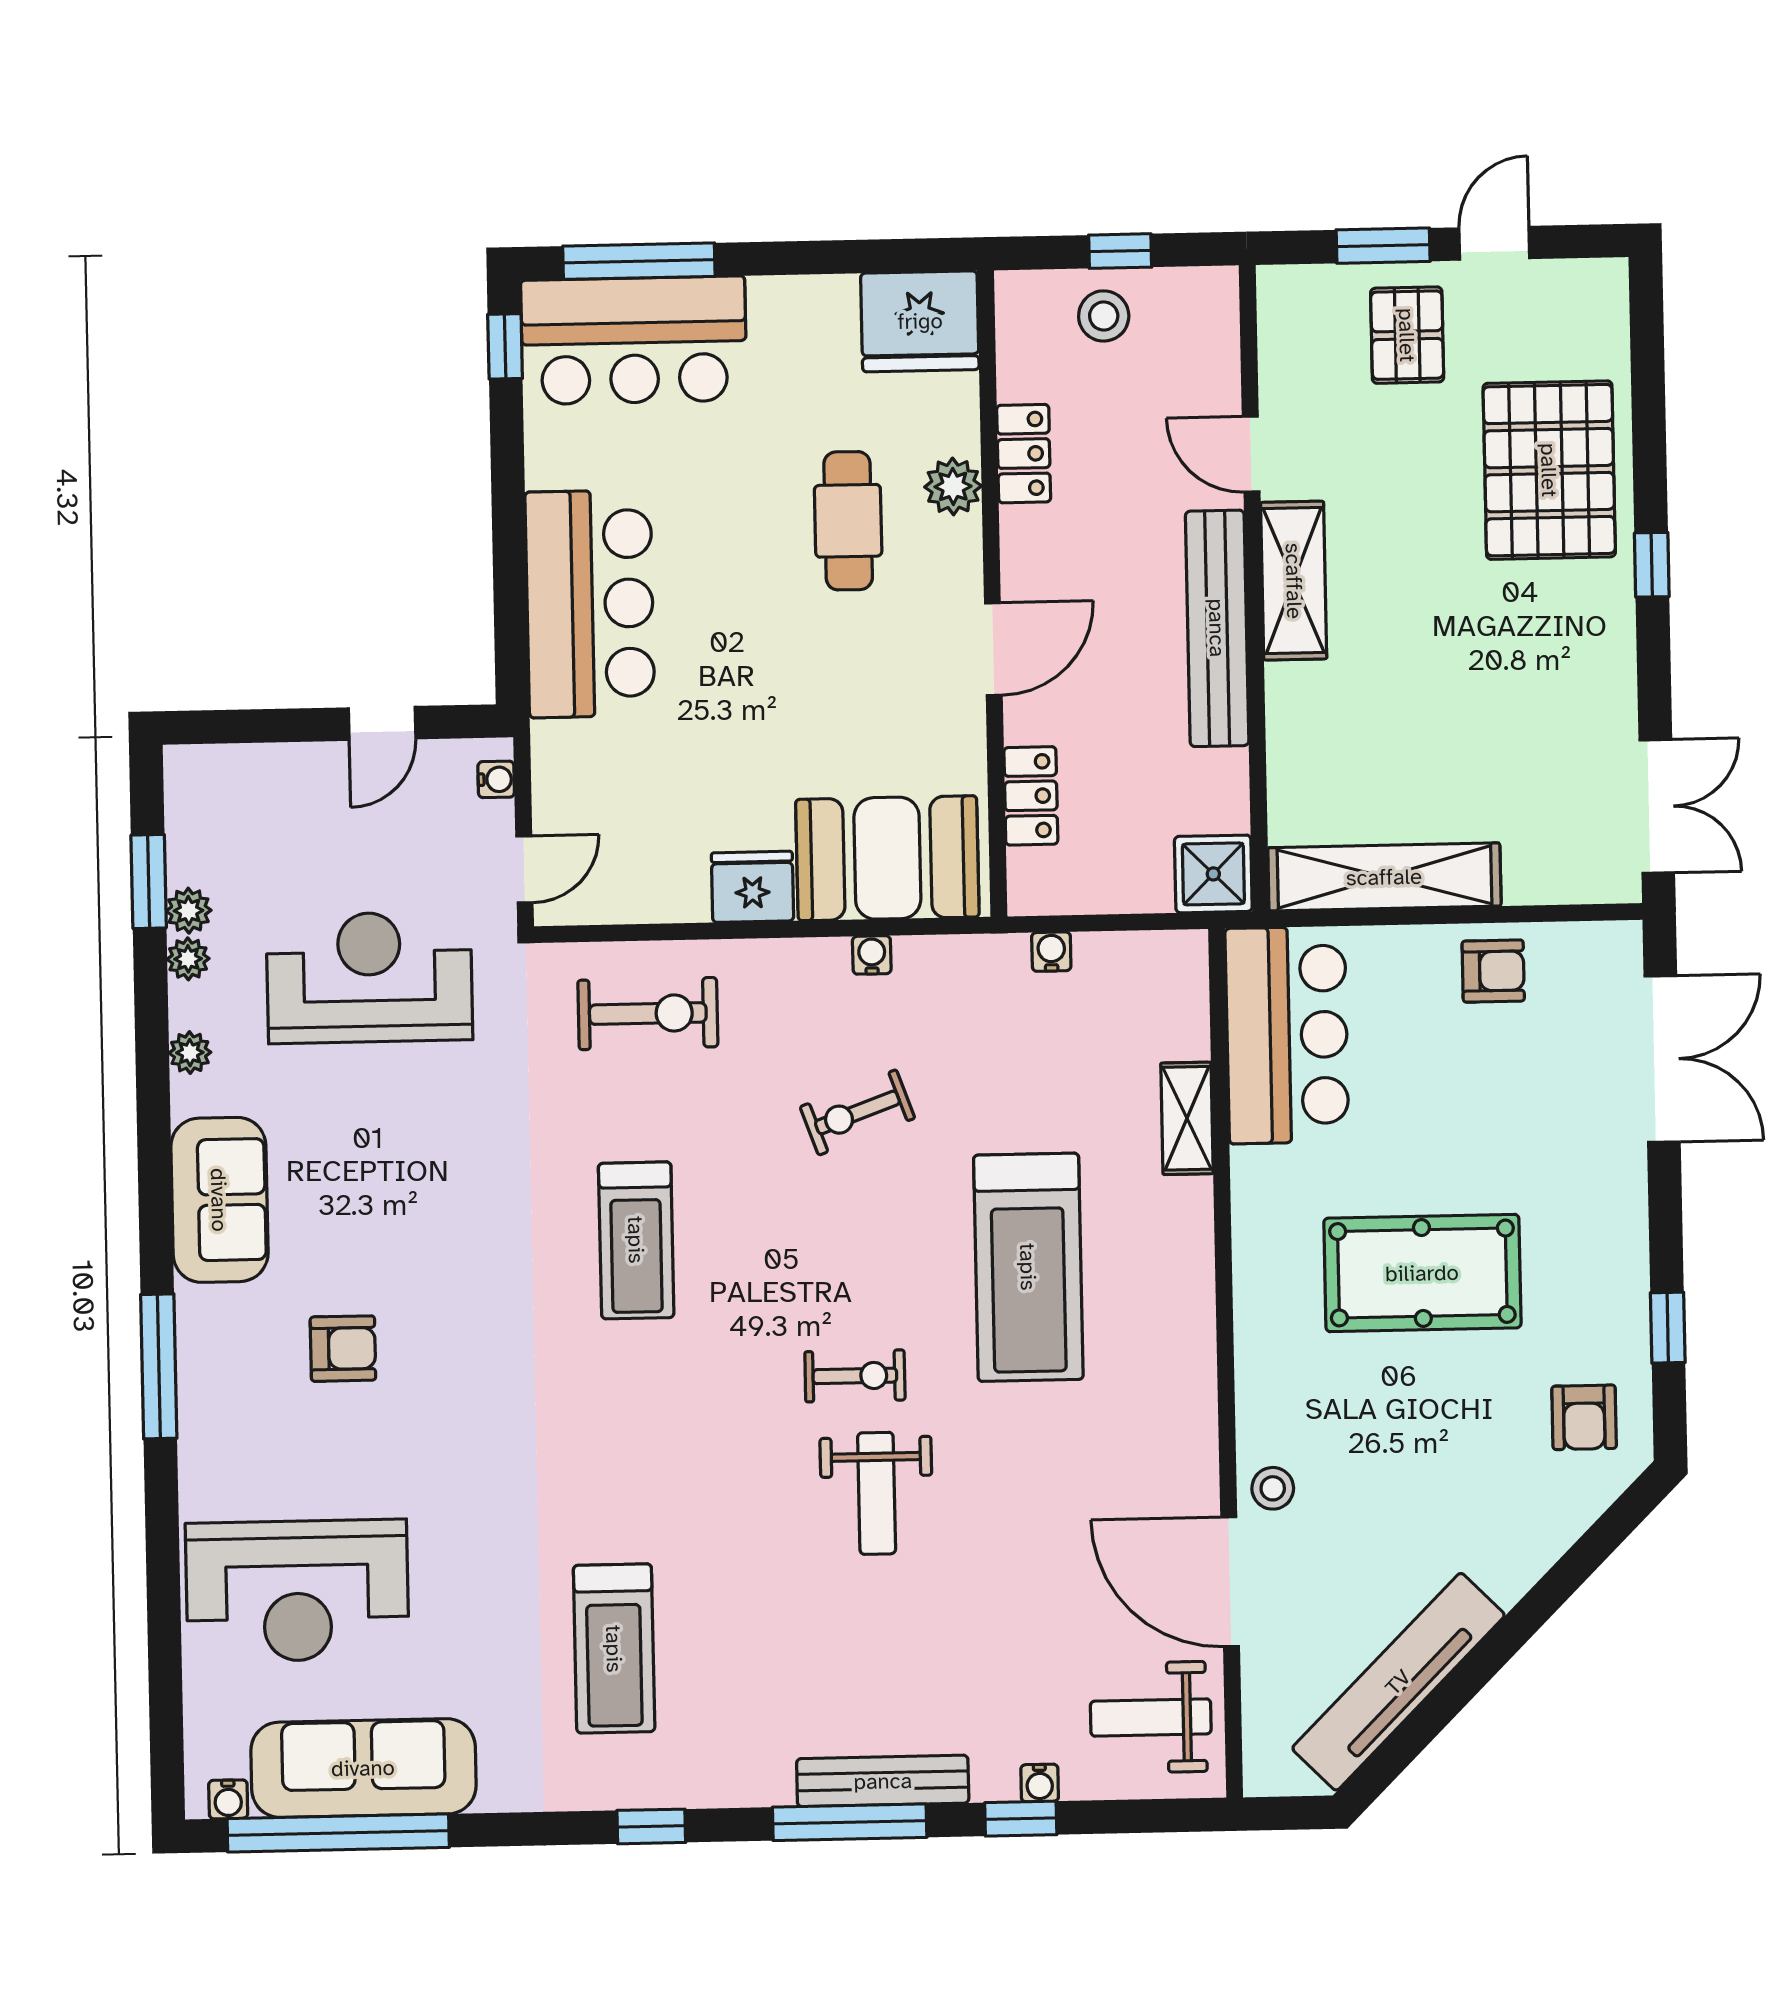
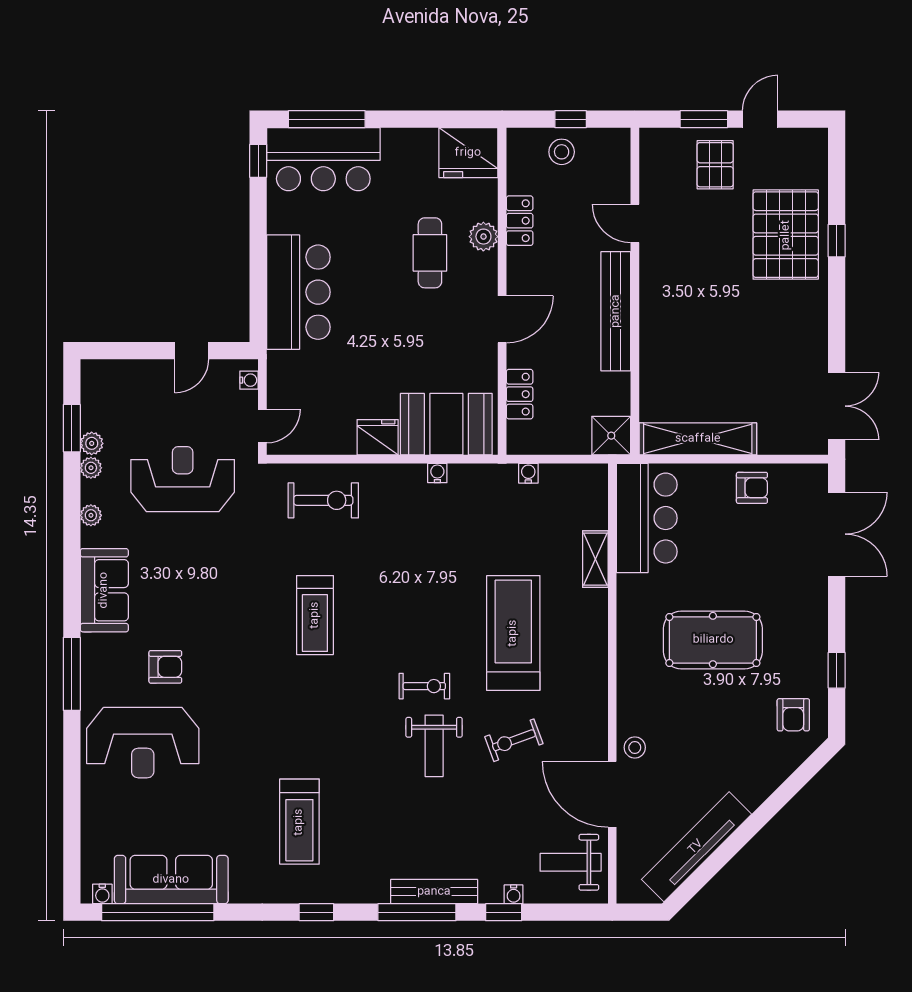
window: (1652, 565) -> (837, 241), moved
shelving: (1294, 581) -> (655, 288), removed
exercise bike: (857, 1112) -> (514, 740), moved
treadmill: (1028, 1267) -> (513, 633), turned 180
reception desk: (297, 1591) -> (143, 743), moved

